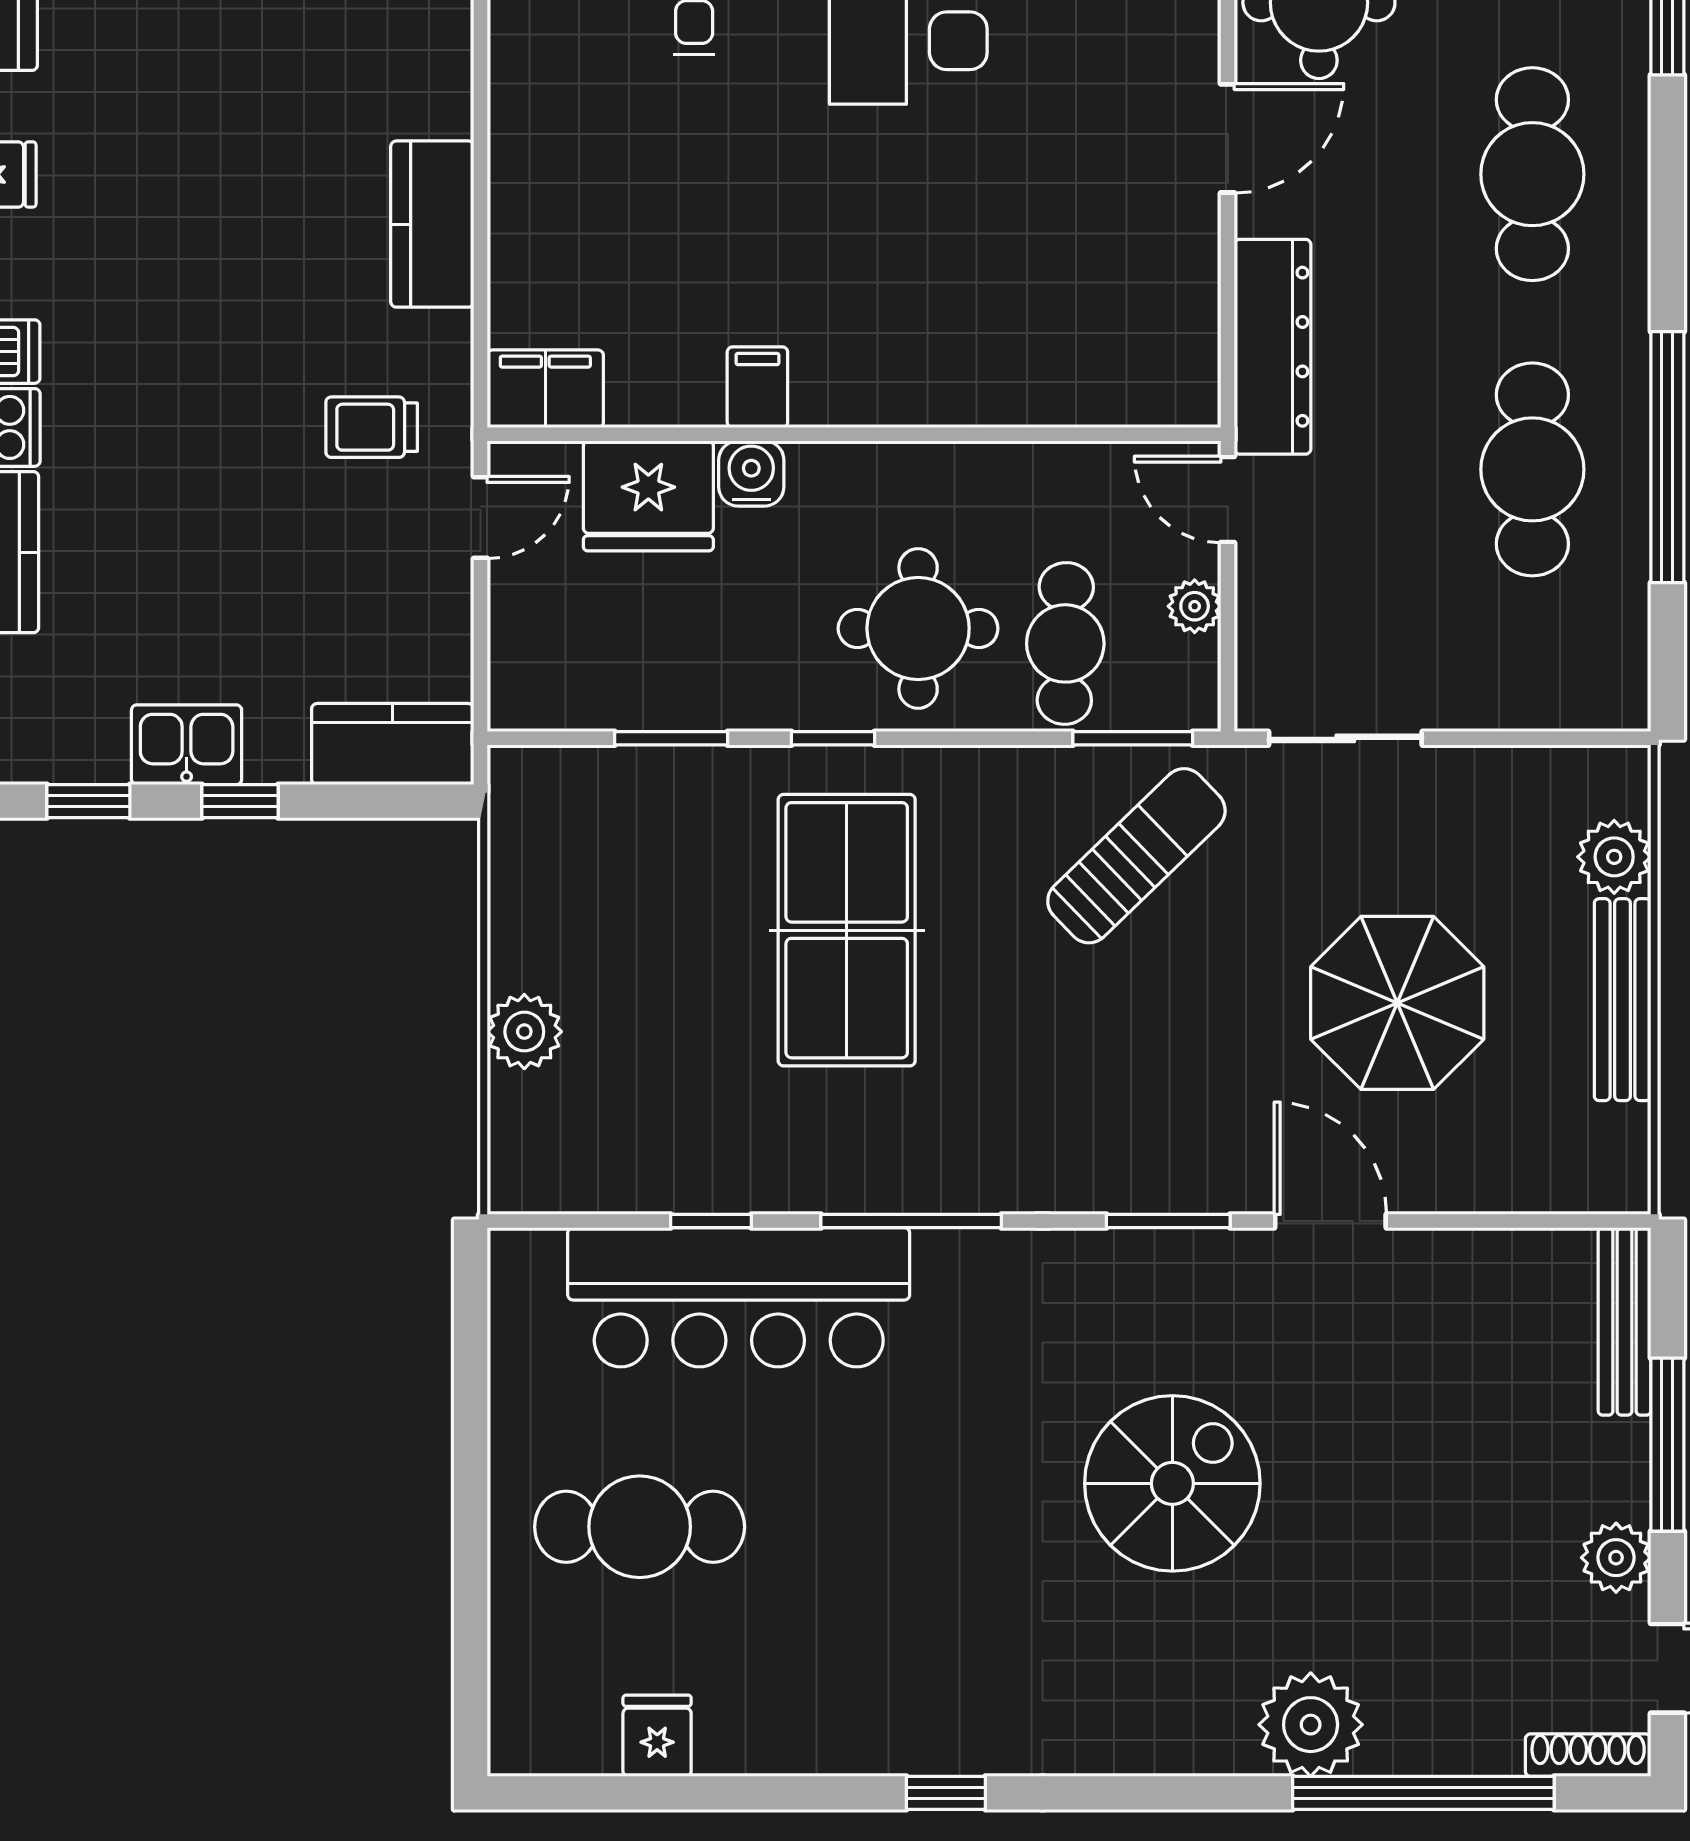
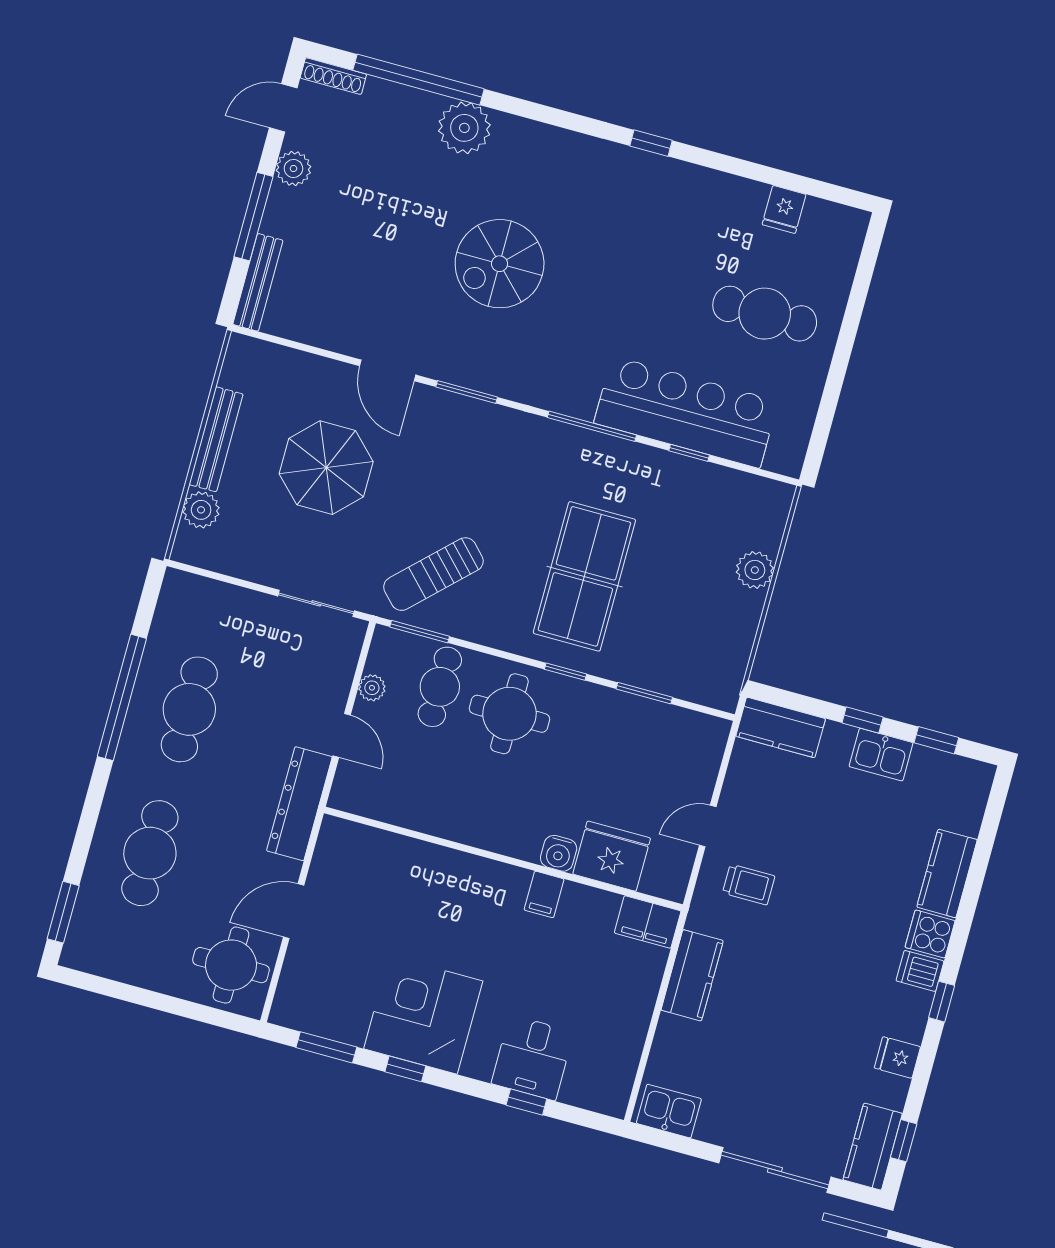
filing cabinet: (757, 387) -> (544, 894), moved
filing cabinet: (545, 389) -> (648, 922), moved
wall: (854, 434) -> (503, 859), moved
water cooler: (751, 473) -> (559, 853), moved
fridge: (648, 496) -> (612, 856), moved

